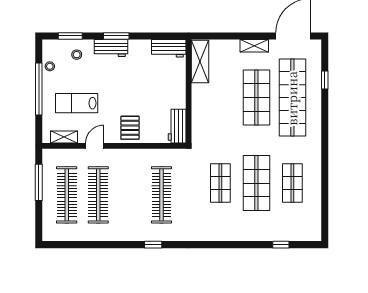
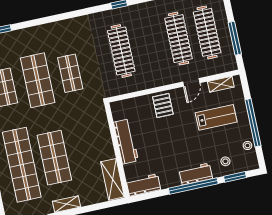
window: (116, 36) -> (193, 186), width x2.11
workbench: (177, 126) -> (126, 141), moved, width x1.38

